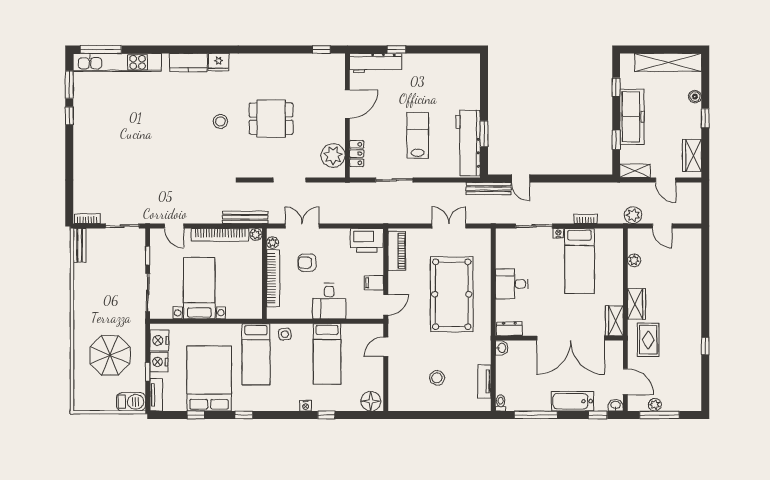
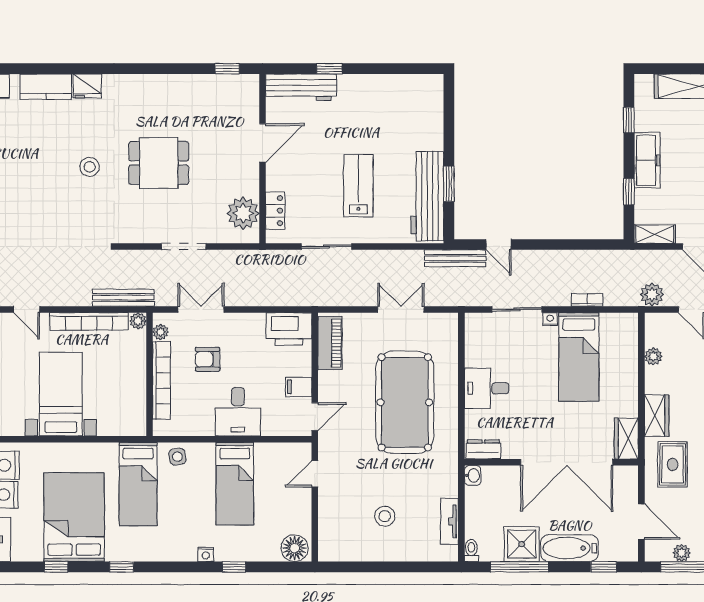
freezer: (632, 117) -> (647, 160), width x0.73, depth x0.79
shower: (537, 398) -> (522, 544), added
washbasin: (616, 405) -> (628, 554), removed

